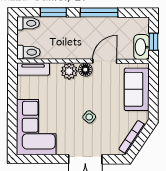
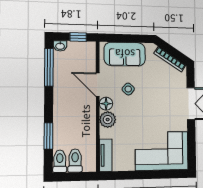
window: (99, 12) -> (49, 67), moved
washbasin: (141, 47) -> (60, 46), moved, width x0.52, depth x0.69
toilet: (28, 52) -> (75, 160), moved
side table: (89, 117) -> (128, 89), moved

